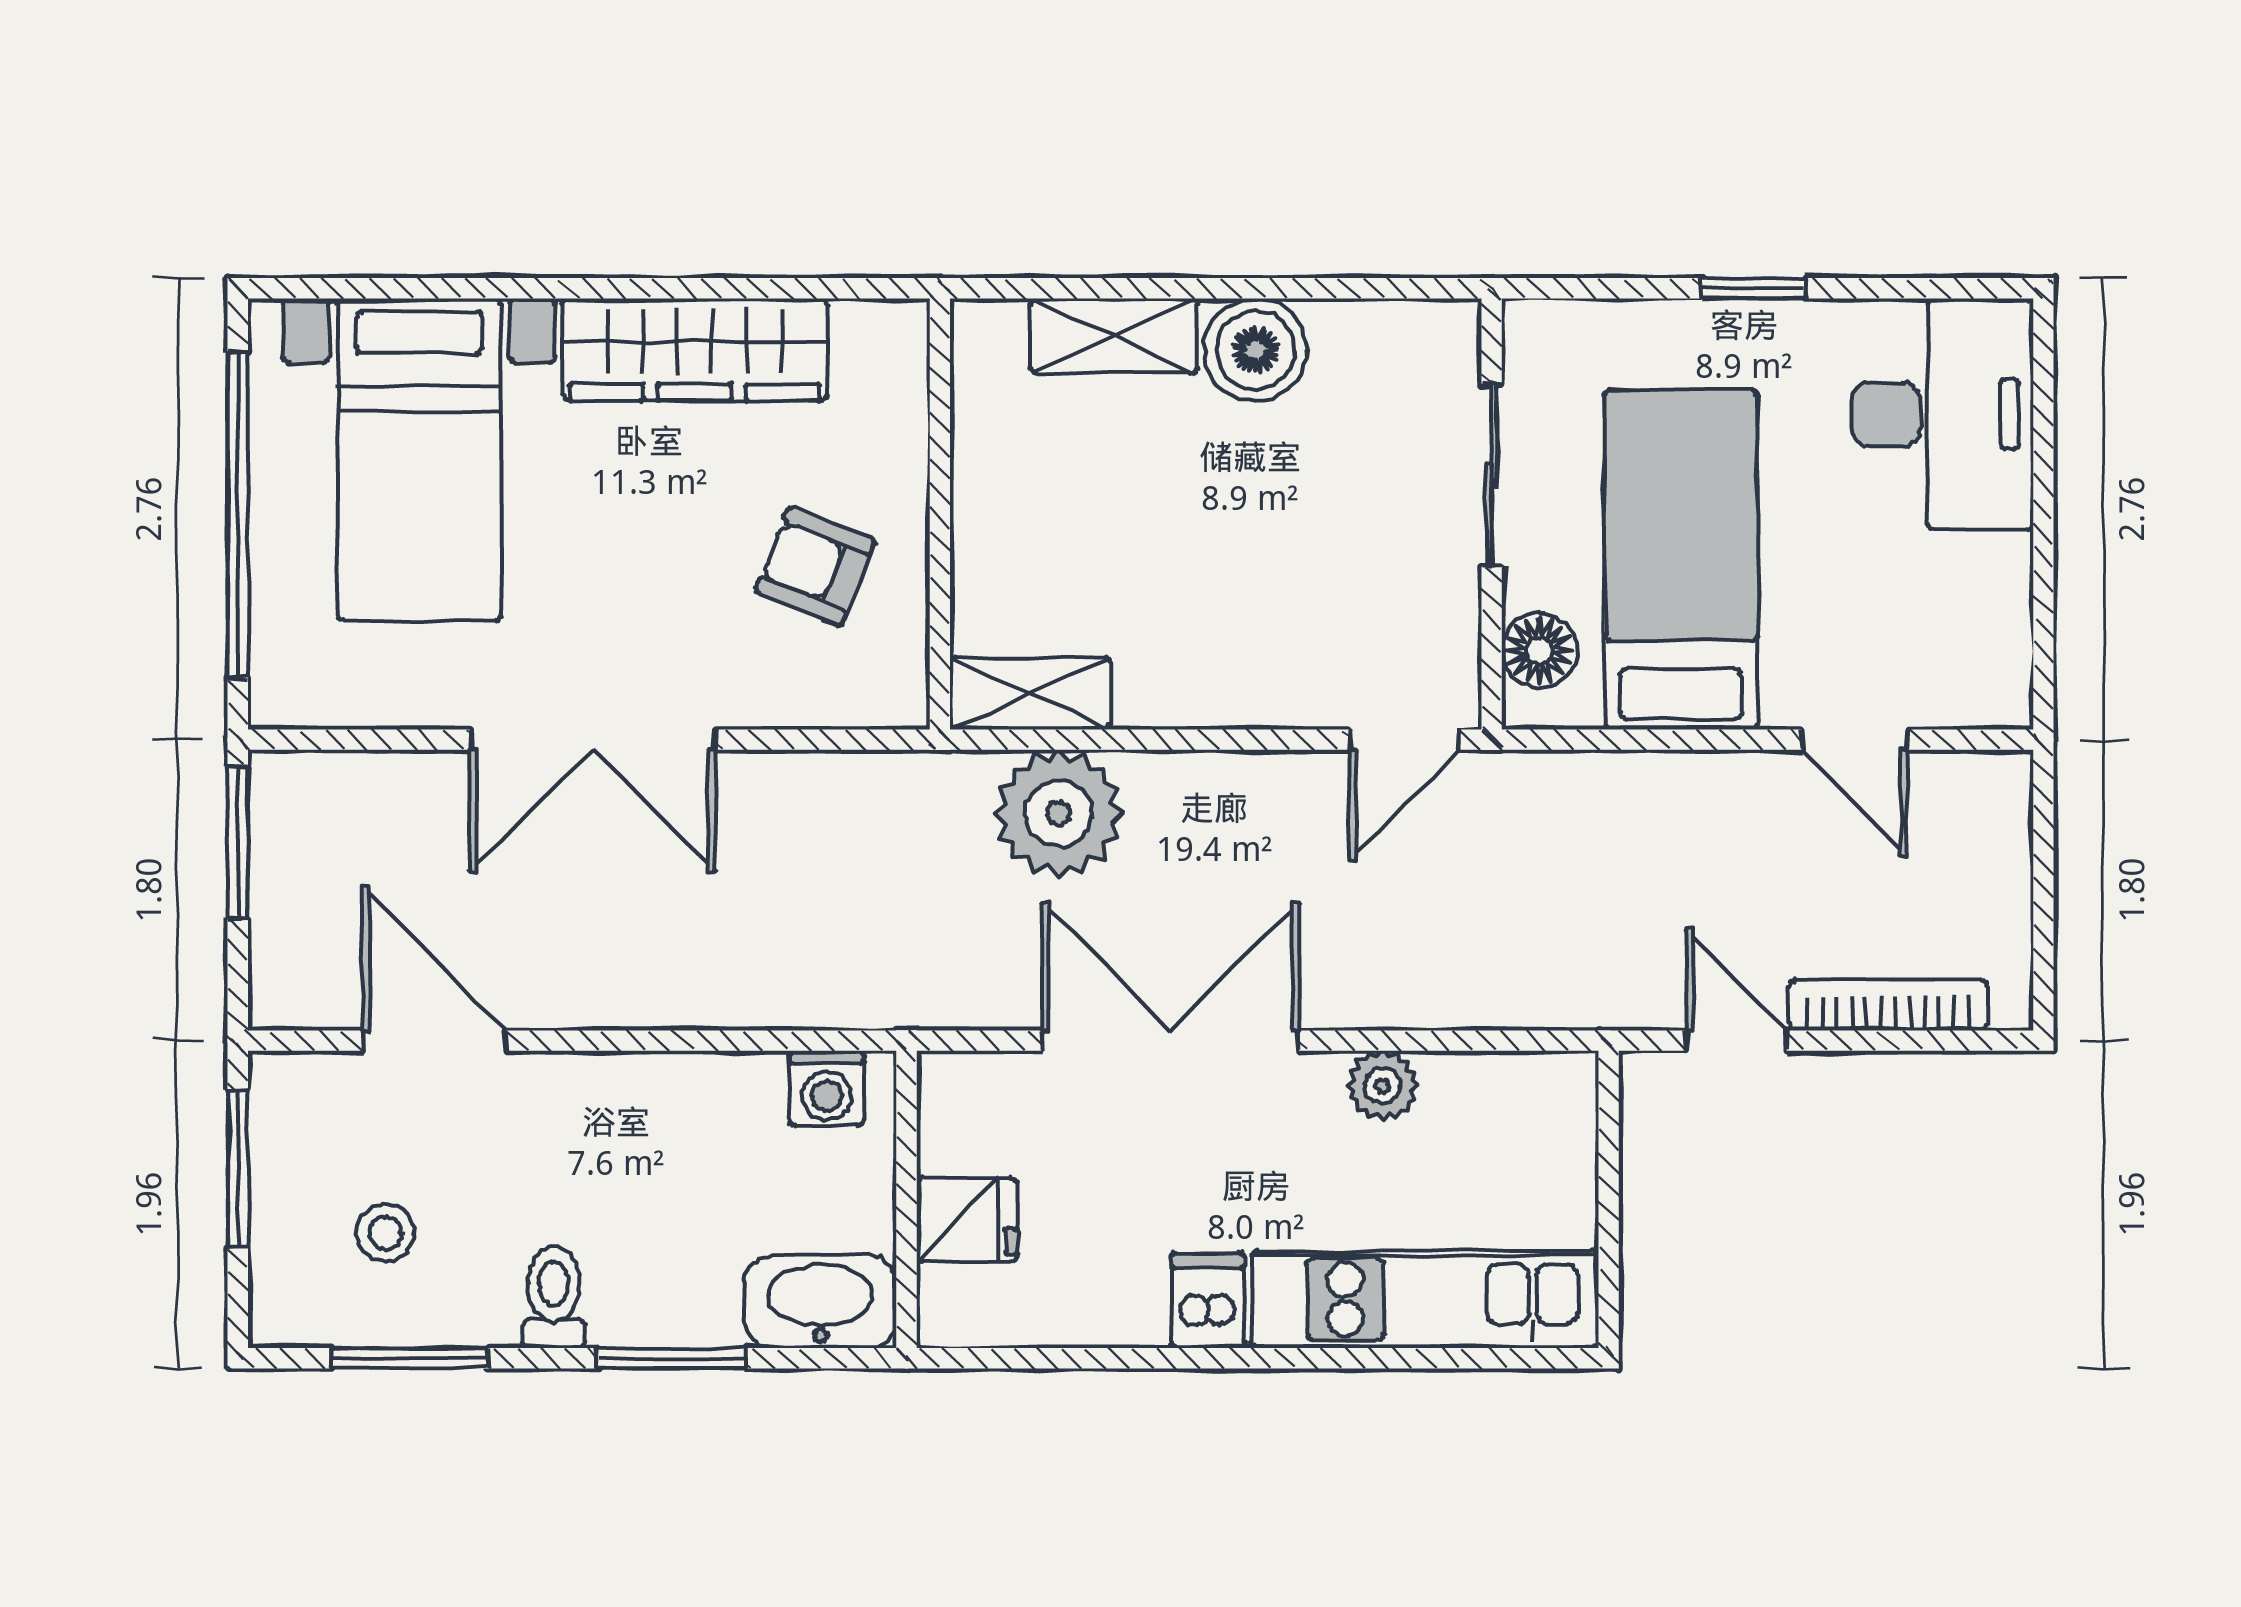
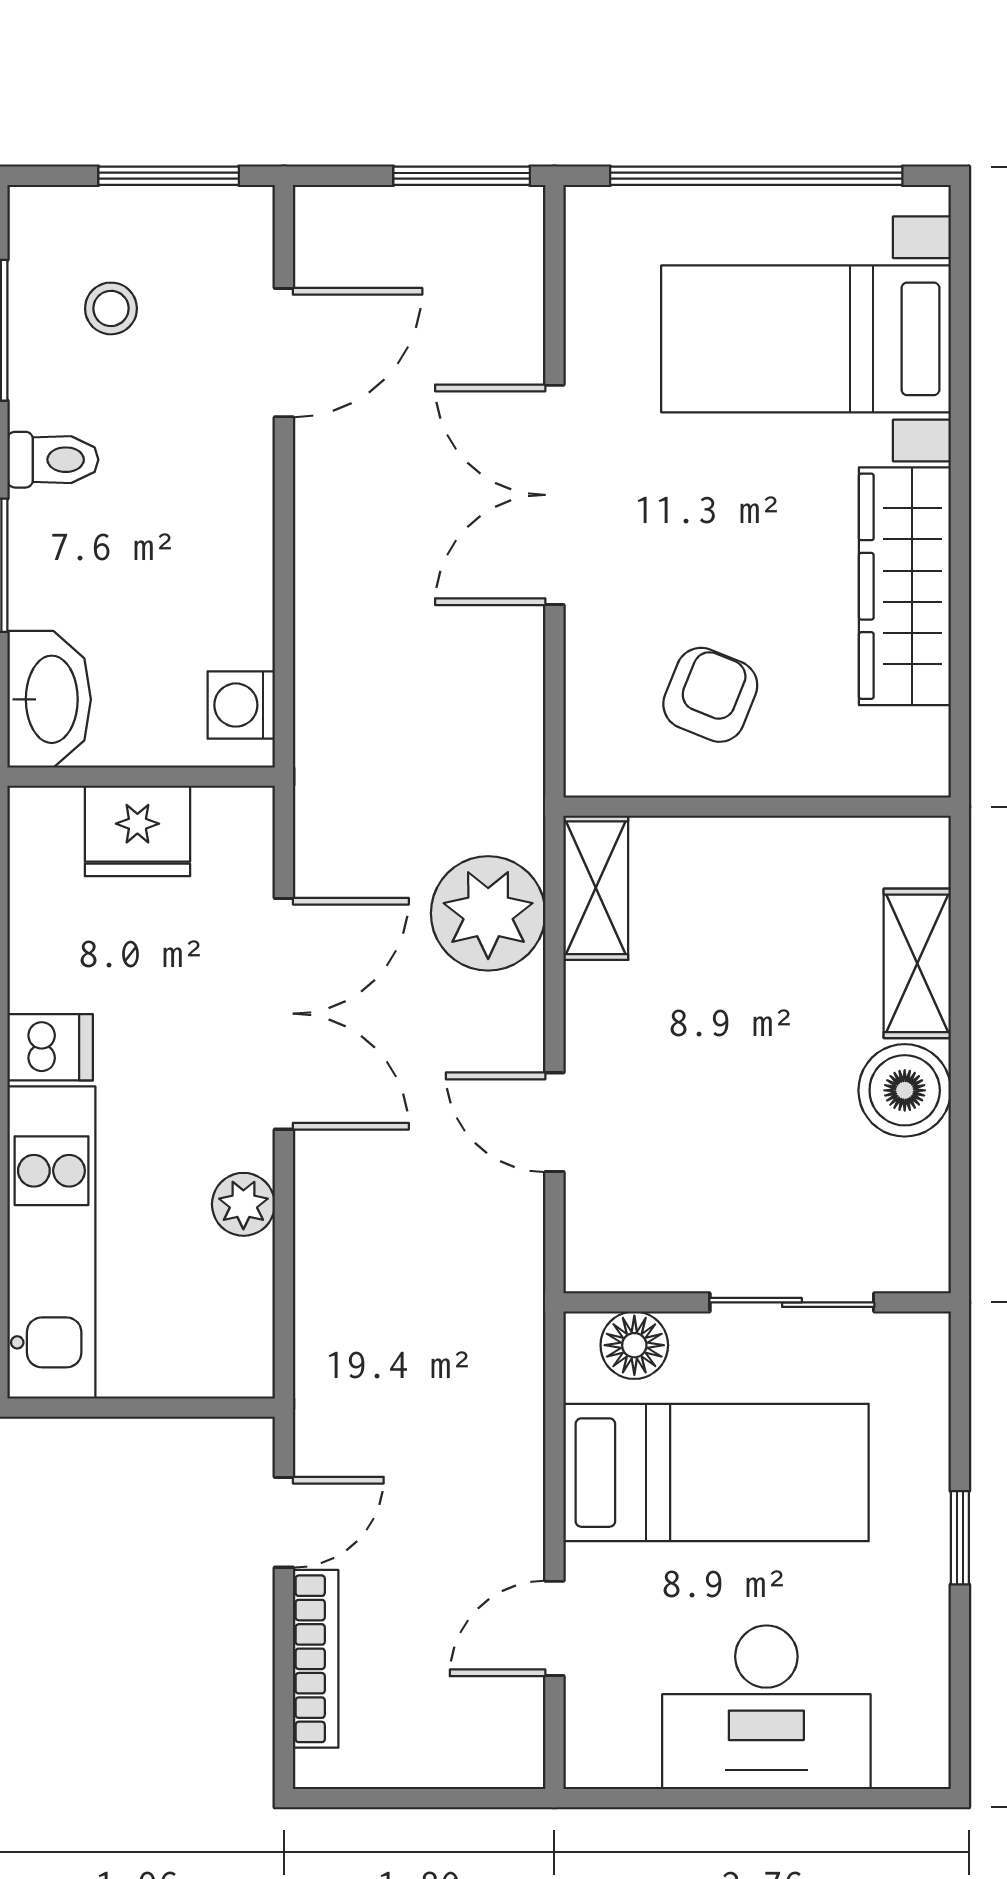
desk: (1942, 414) -> (766, 1707), moved
door: (1404, 740) -> (554, 1122), moved
fridge: (967, 1220) -> (137, 831), width x1.38

